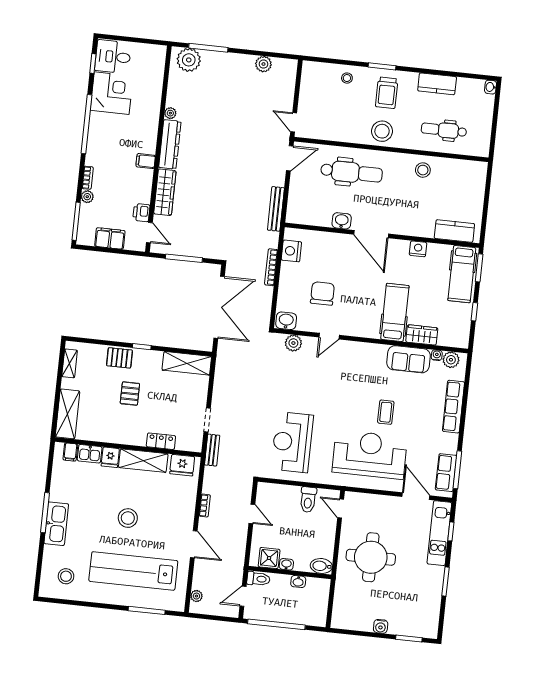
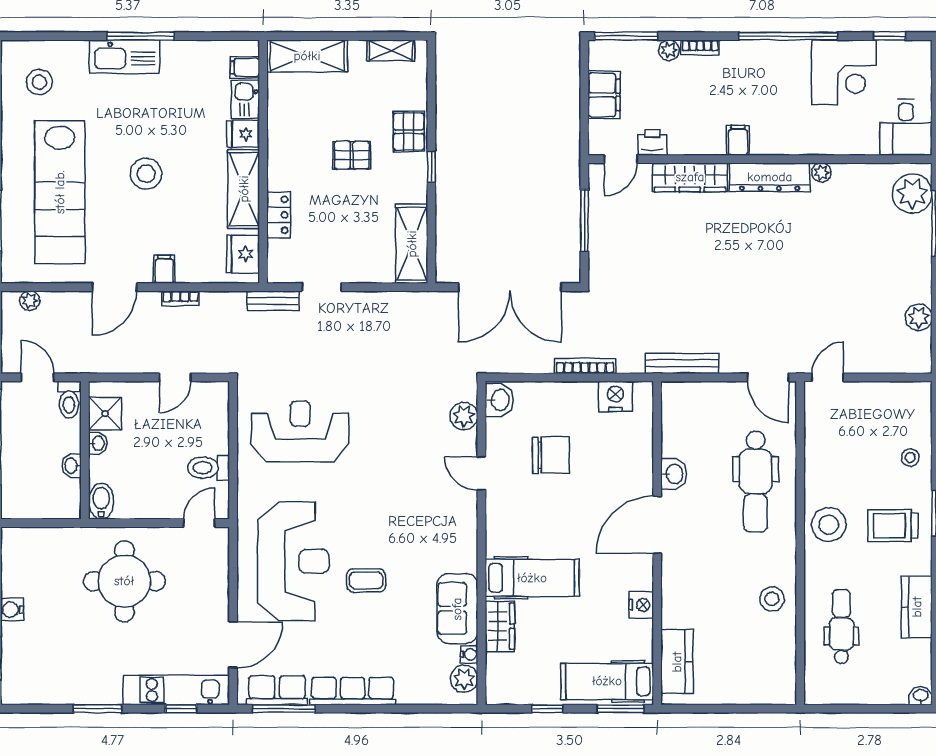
desk: (113, 57) -> (906, 127), moved, turned 180
row of seats: (453, 407) -> (353, 691), moved
filing cabinet: (186, 513) -> (164, 269), added
lab bench: (133, 571) -> (60, 192), turned 180

